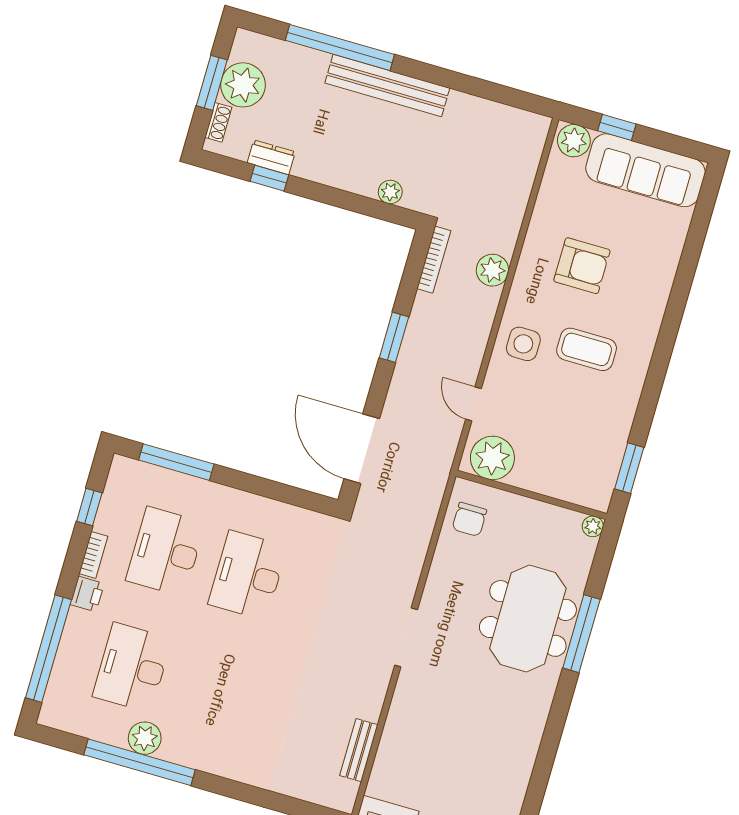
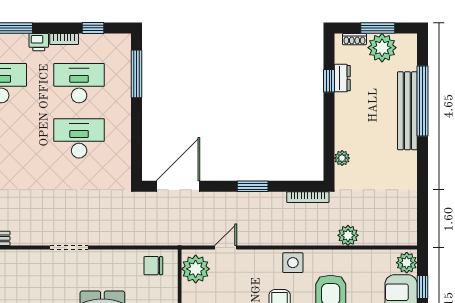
bench: (387, 86) -> (407, 111), moved
plant: (492, 270) -> (348, 235), moved
side table: (523, 344) -> (293, 263), moved

